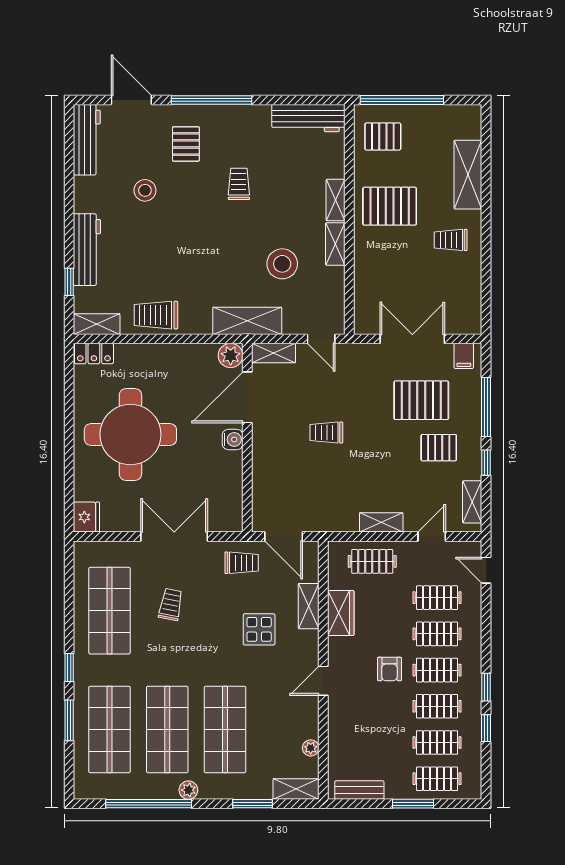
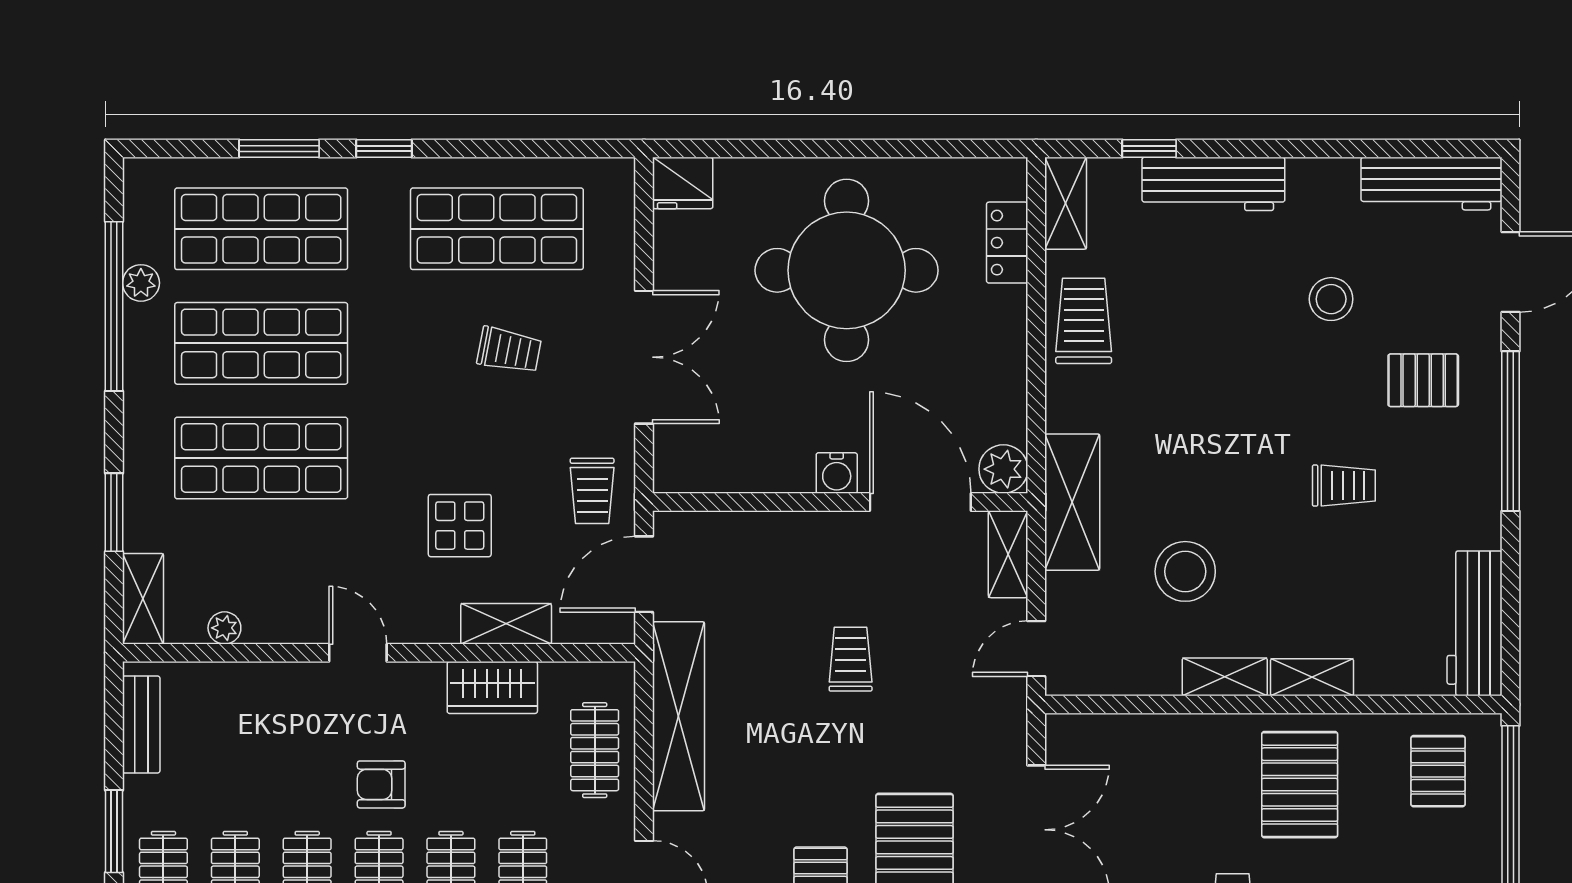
locker: (94, 354) -> (1007, 243), moved
shelving: (381, 522) -> (679, 716), width x2.20, depth x1.33
plant: (188, 790) -> (141, 283), moved

